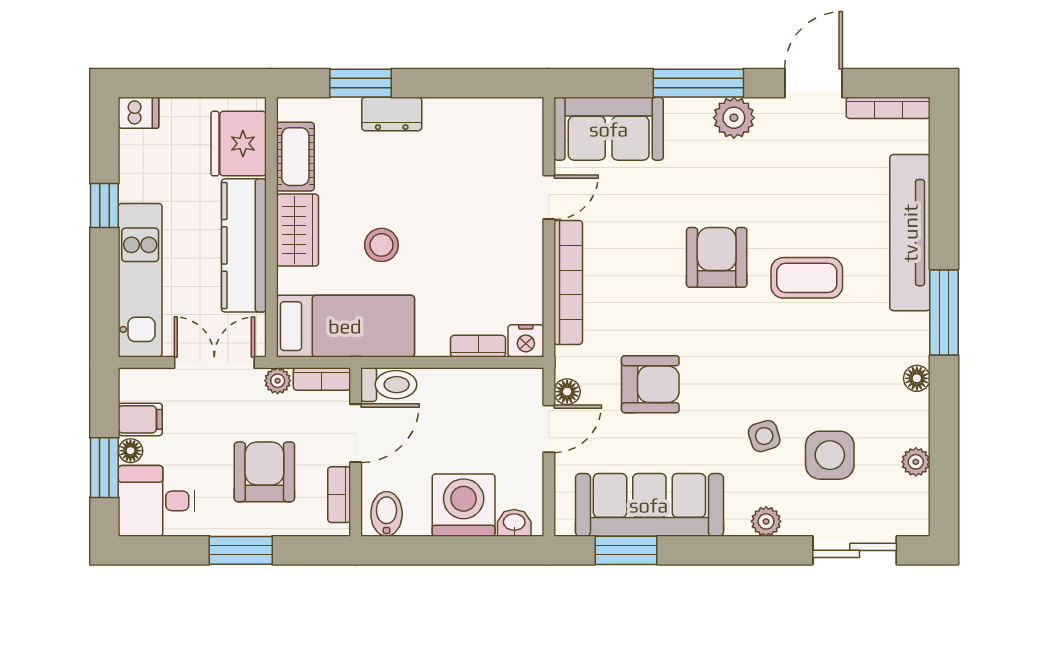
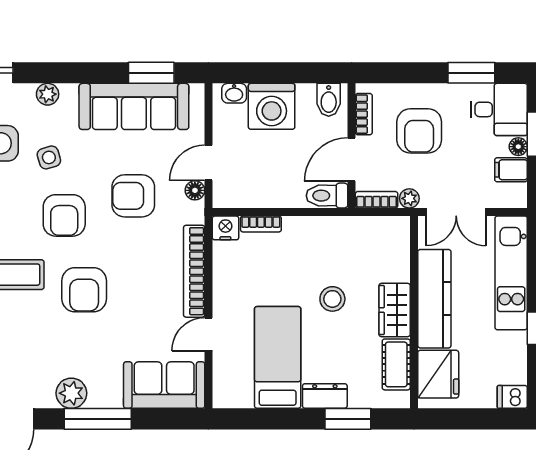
bed: (345, 326) -> (278, 357), moved, turned 90
armchair: (744, 358) -> (64, 215), added
window: (241, 550) -> (471, 73), moved

